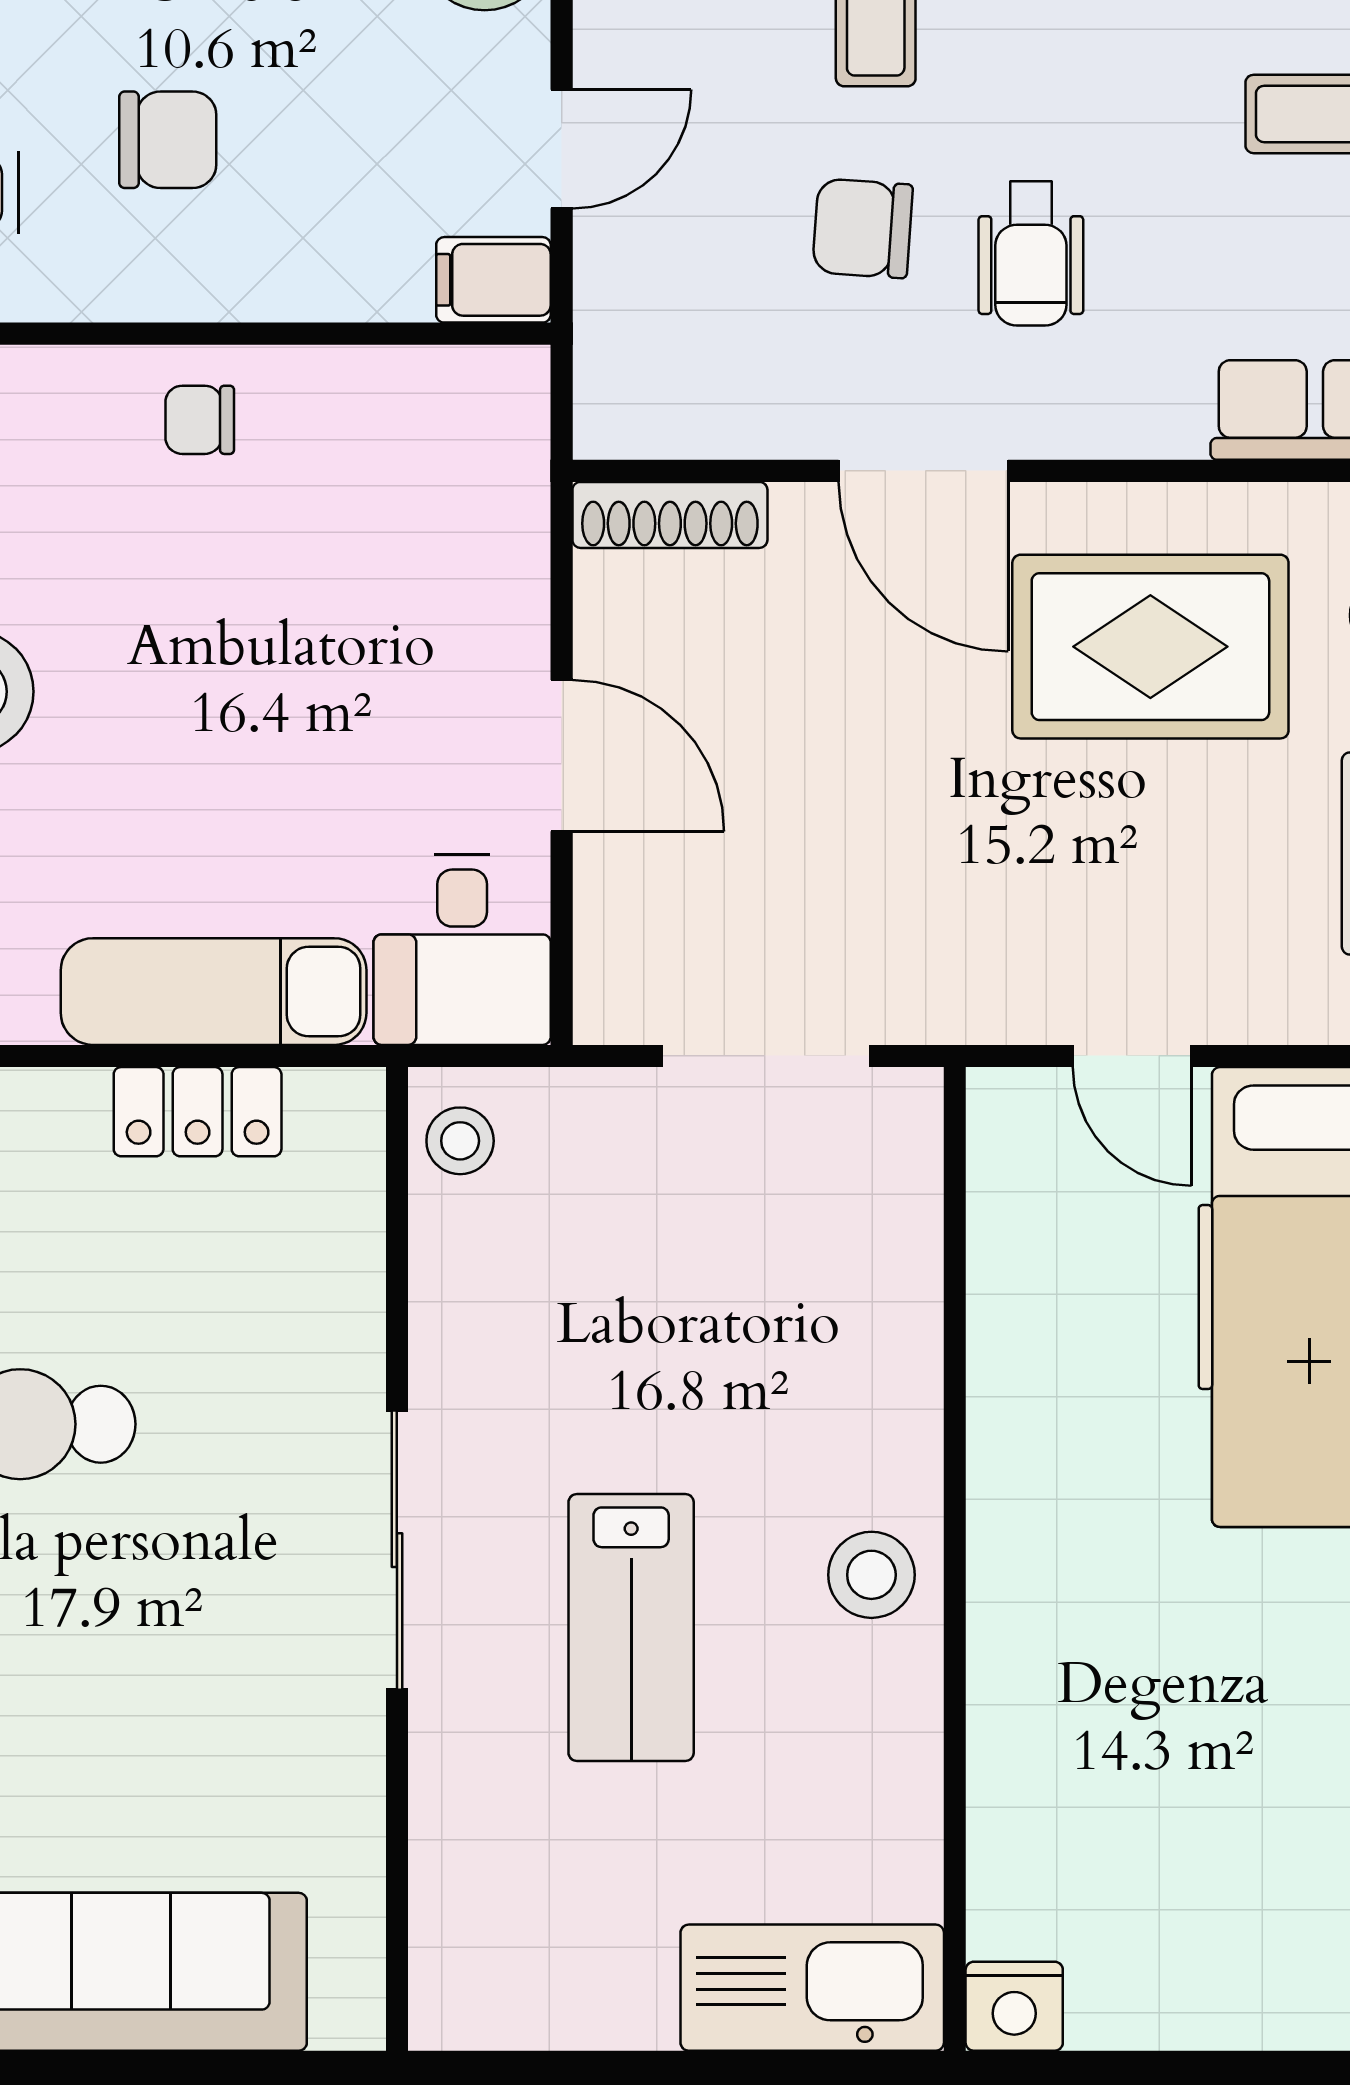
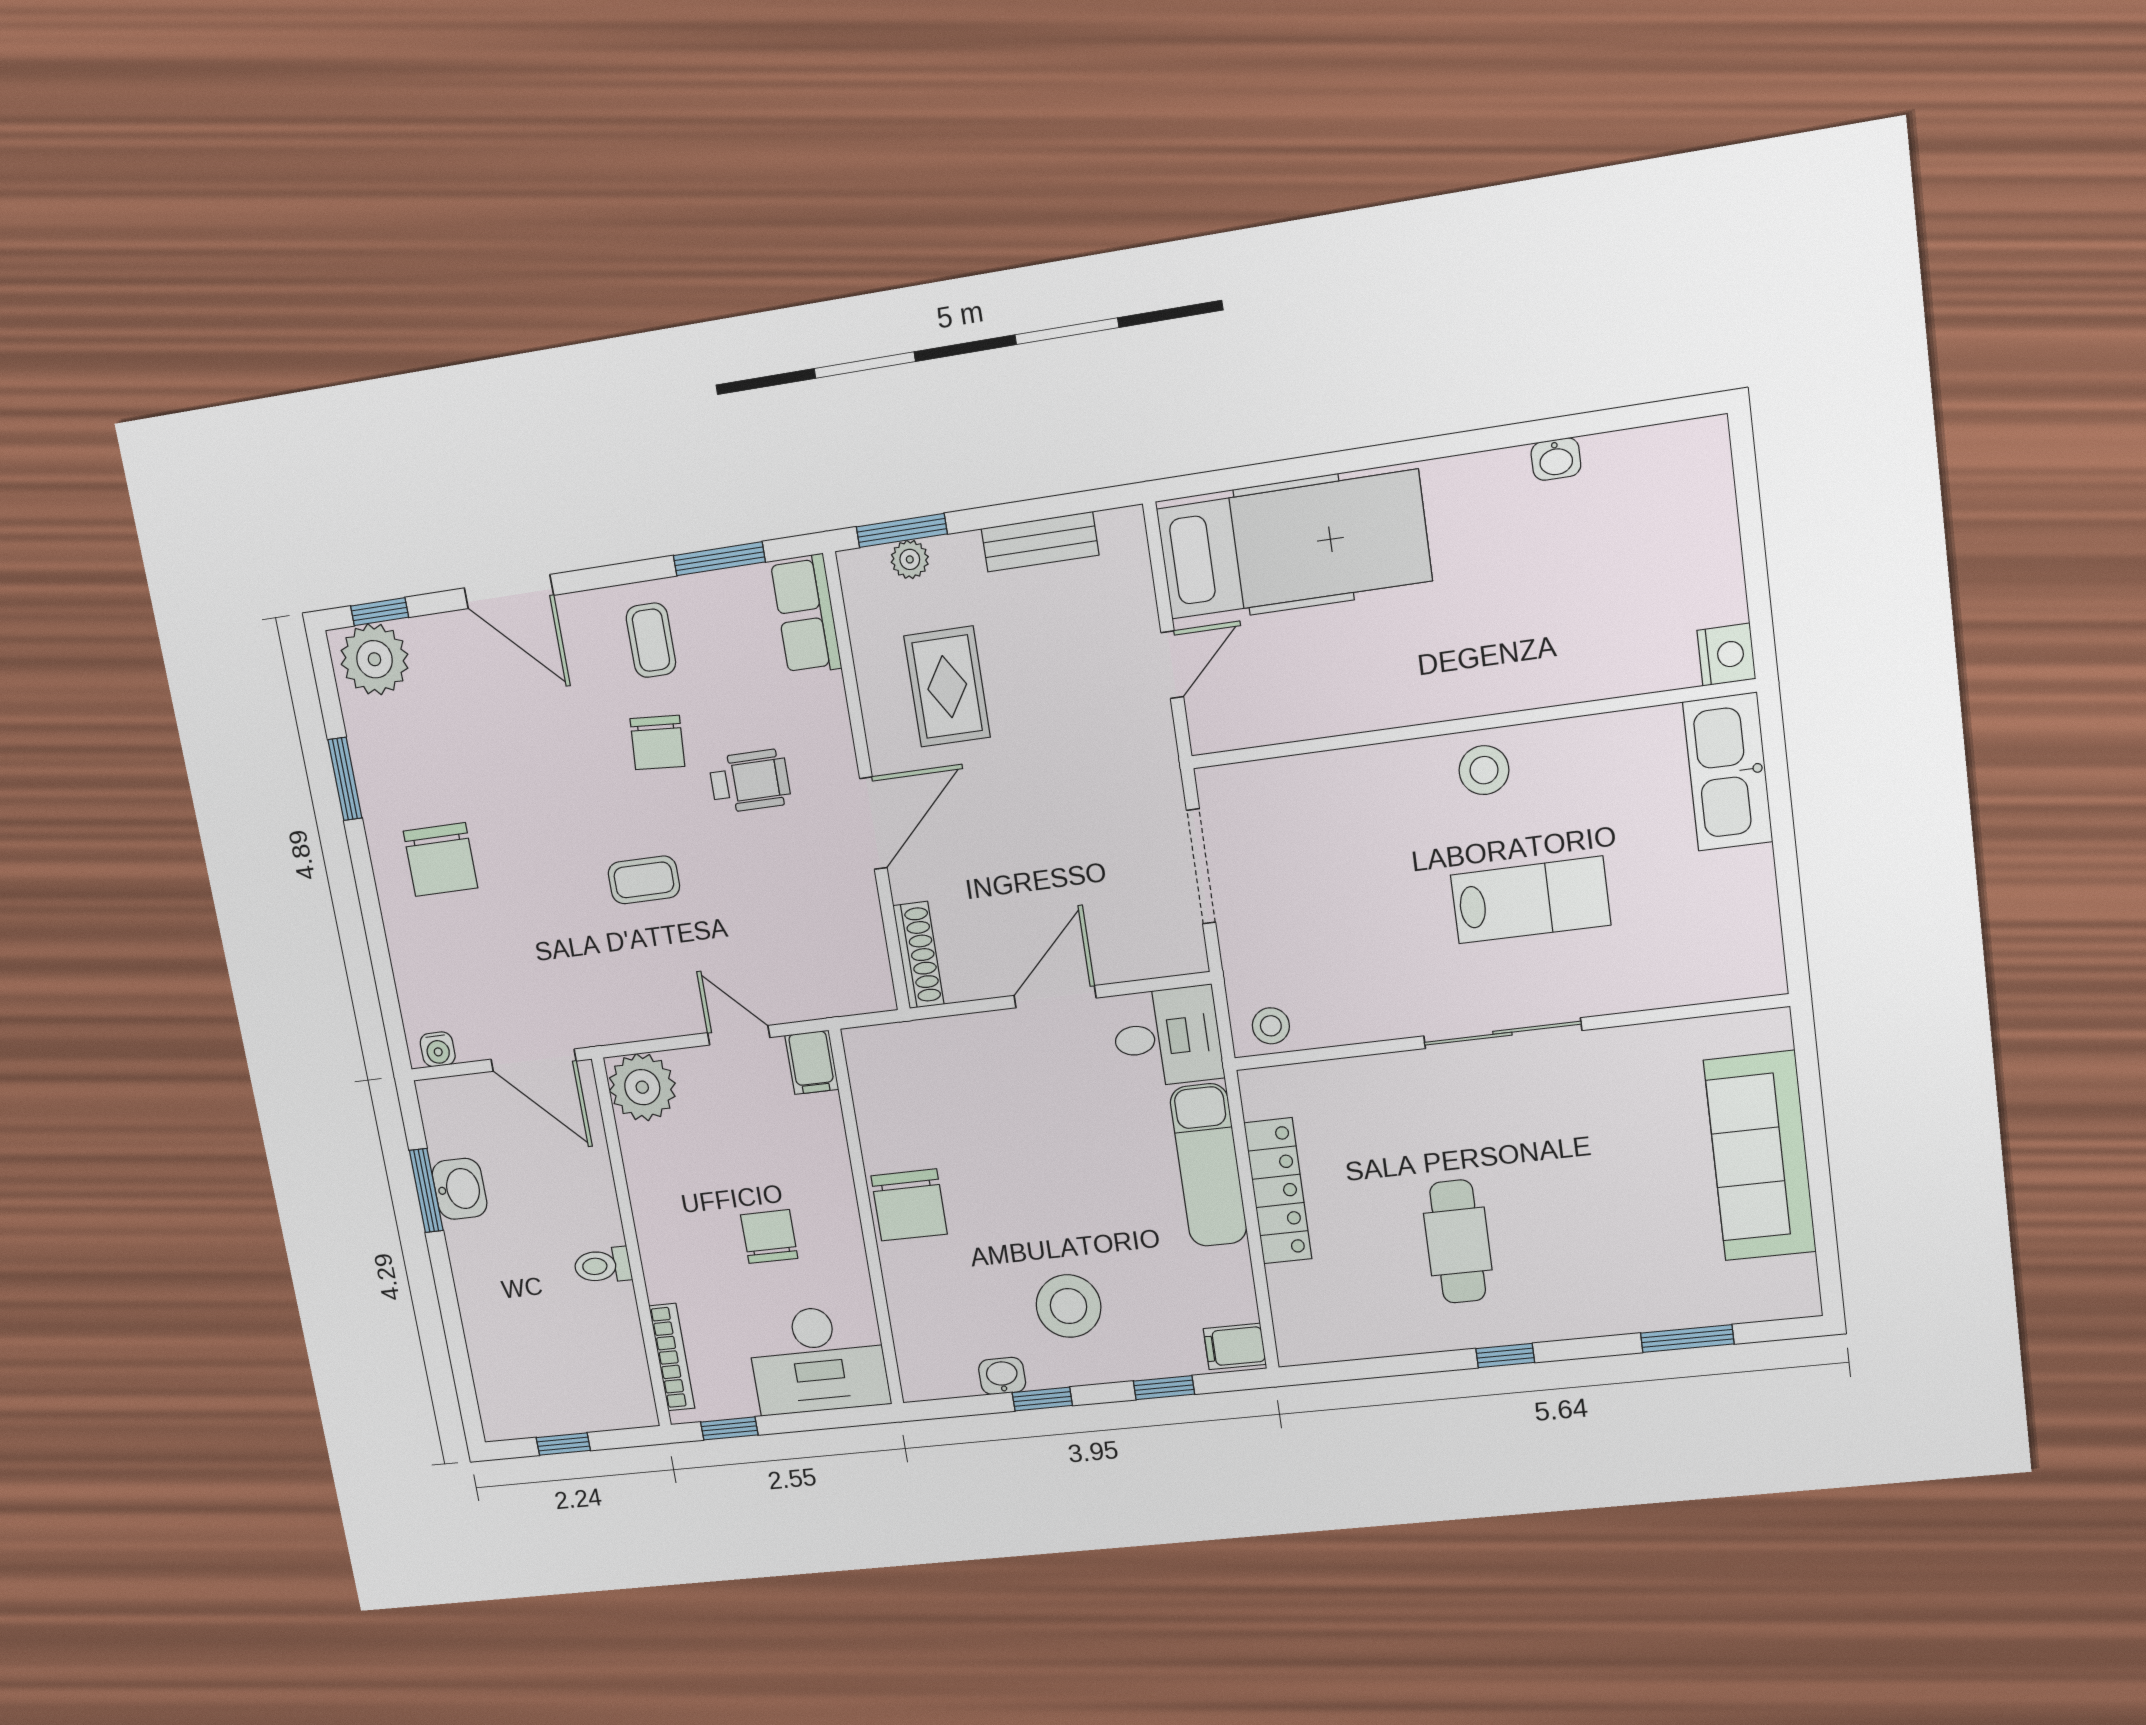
chair: (863, 228) -> (657, 743), moved
chair: (200, 420) -> (909, 1205), width x1.87, depth x1.87
rug: (1150, 647) -> (947, 687), width x0.73, depth x0.70
locker: (198, 1112) -> (1278, 1191), width x1.53

